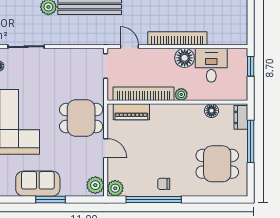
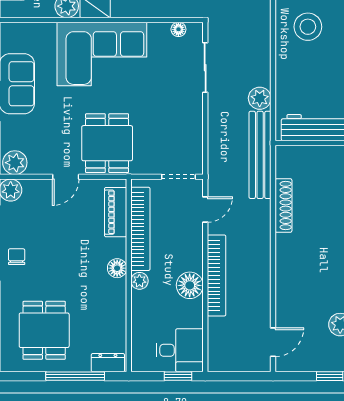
desk: (211, 65) -> (180, 350), moved
floor lamp: (211, 111) -> (117, 268), moved

